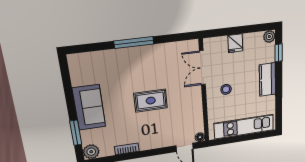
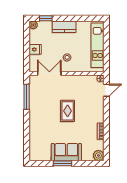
window: (134, 42) -> (27, 97), moved
double door: (202, 68) -> (49, 73), swing flipped
window: (76, 133) -> (63, 163), moved

